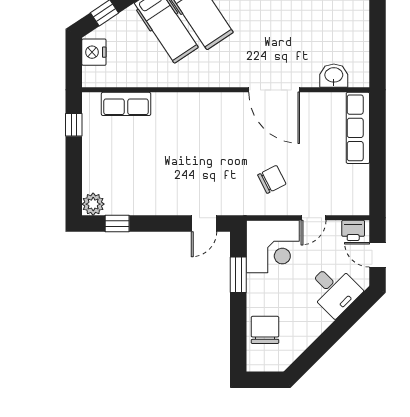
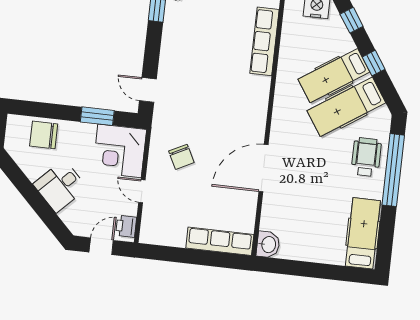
washbasin: (334, 76) -> (268, 245), moved
row of seats: (126, 104) -> (264, 41), width x1.48
desk: (334, 290) -> (60, 186), moved
chair: (265, 330) -> (44, 135), turned 180

